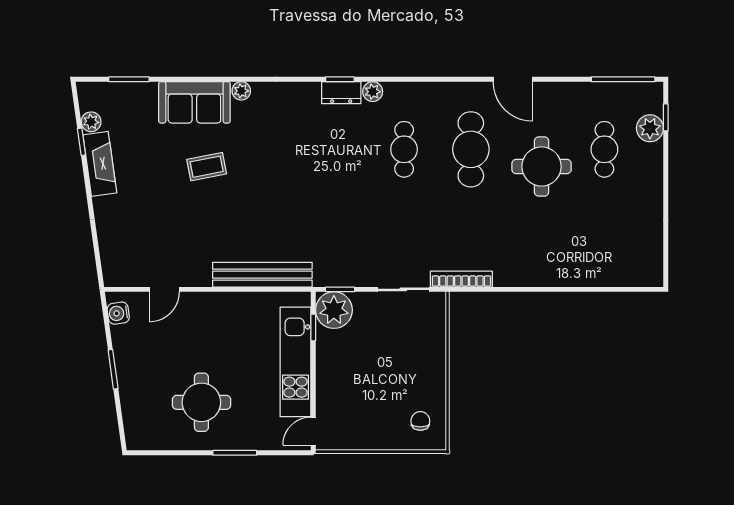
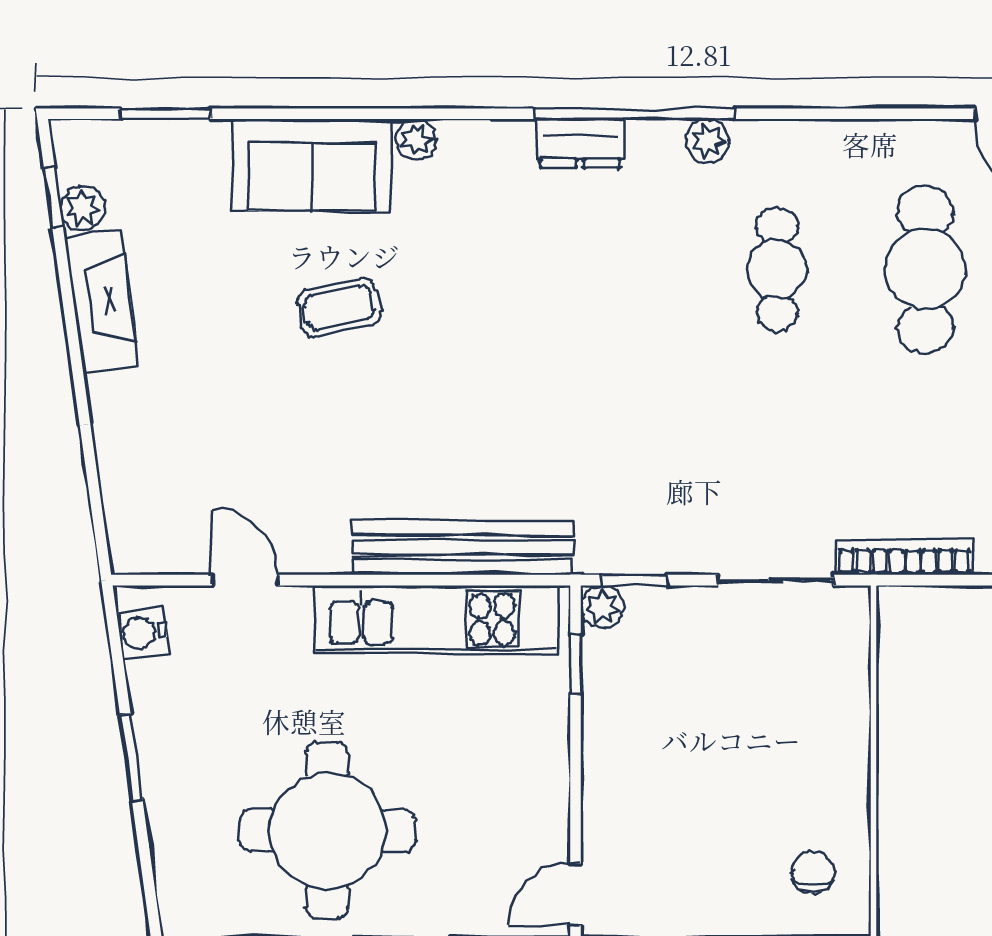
window: (340, 79) -> (635, 114), width x3.17
dresser: (341, 93) -> (580, 143), moved
window: (81, 142) -> (53, 197), moved
door: (164, 289) -> (245, 580), swing flipped
plant: (334, 310) -> (602, 607), width x0.53, depth x0.53
kitchen unit: (296, 362) -> (436, 619), moved, turned -90
round table: (201, 402) -> (327, 831), width x1.36, depth x1.36

